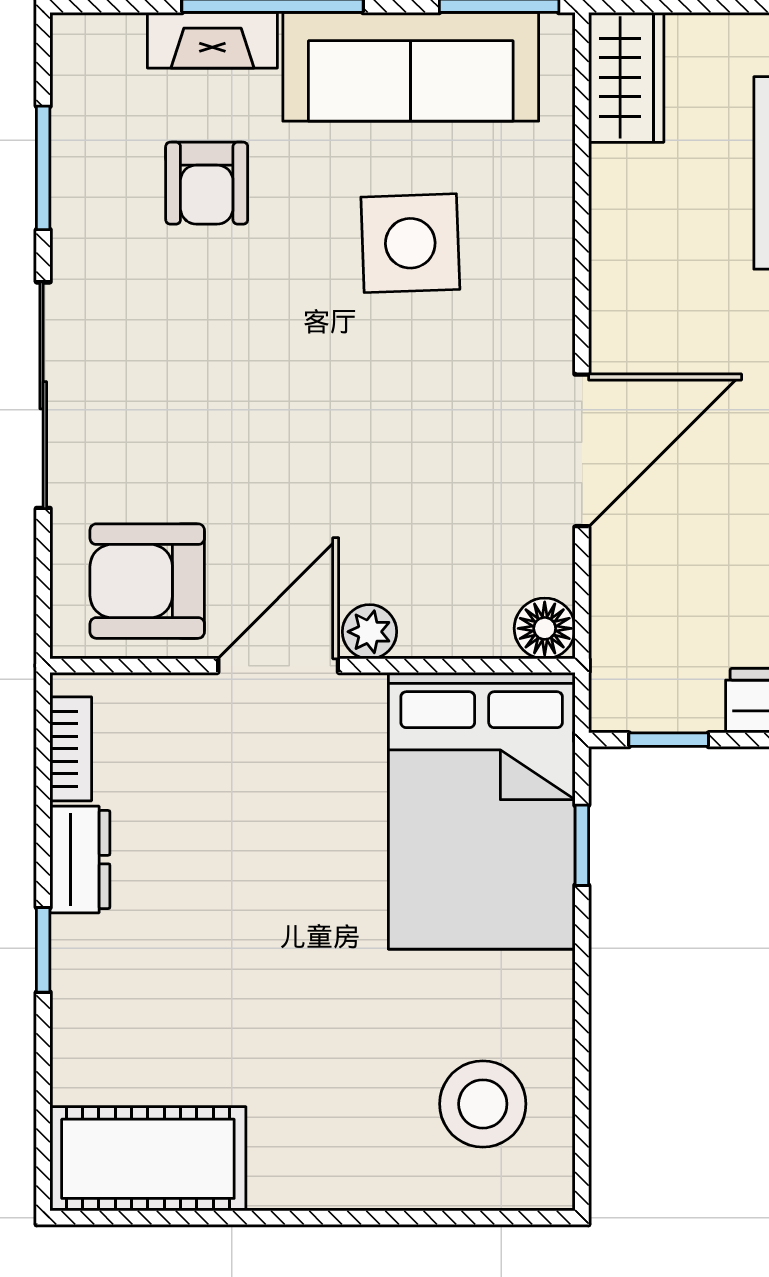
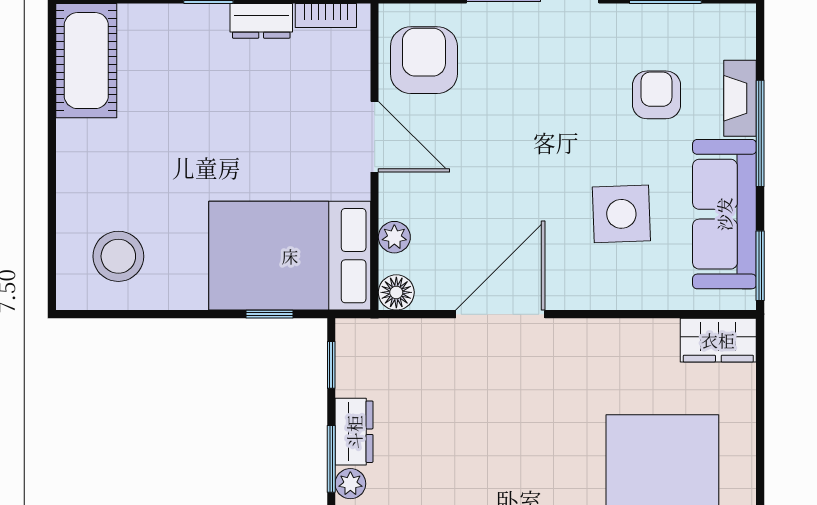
armchair: (207, 183) -> (657, 95), turned 90
door: (582, 450) -> (500, 314), swing flipped
plant: (370, 632) -> (394, 237), moved

